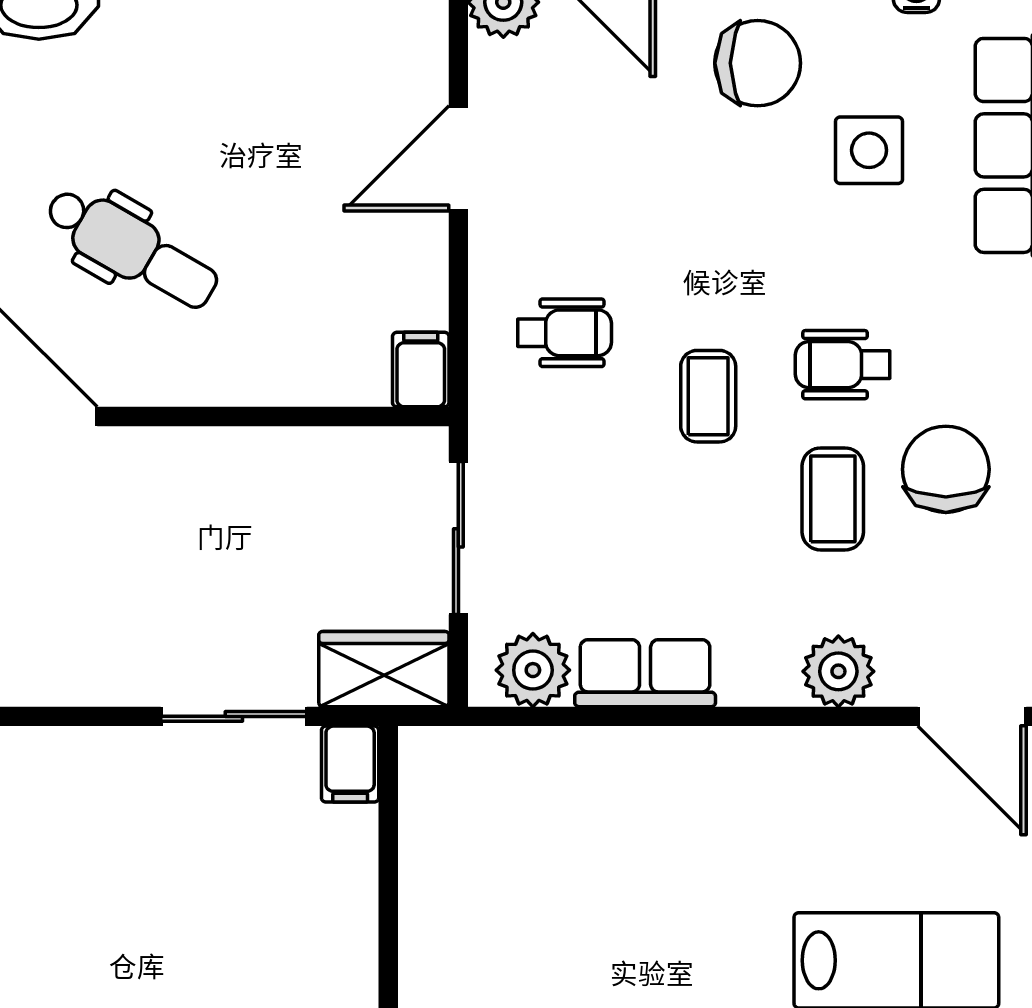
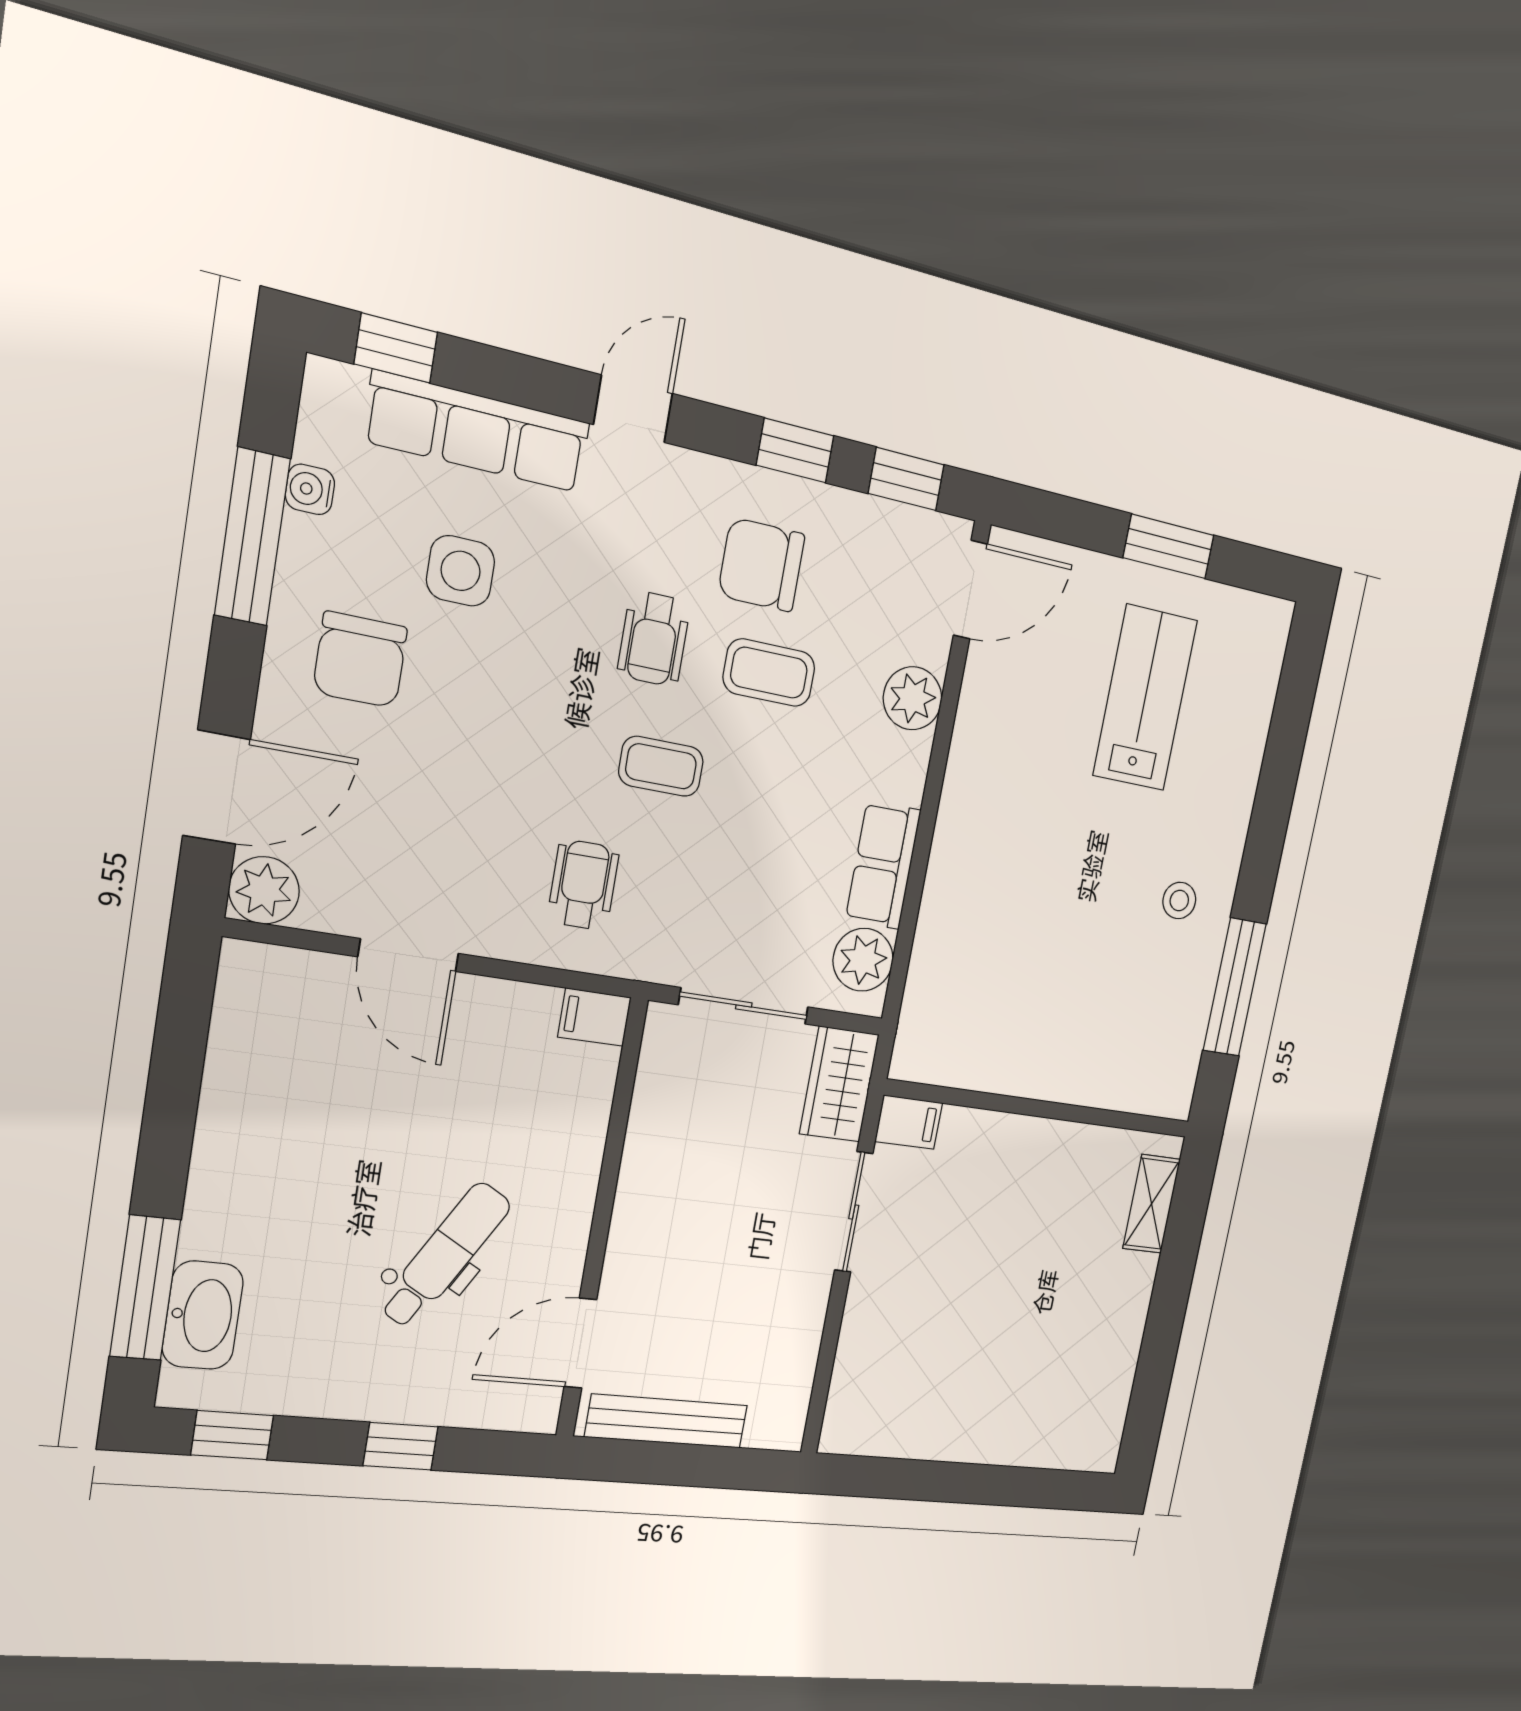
chair: (758, 63) -> (360, 660), turned 180

